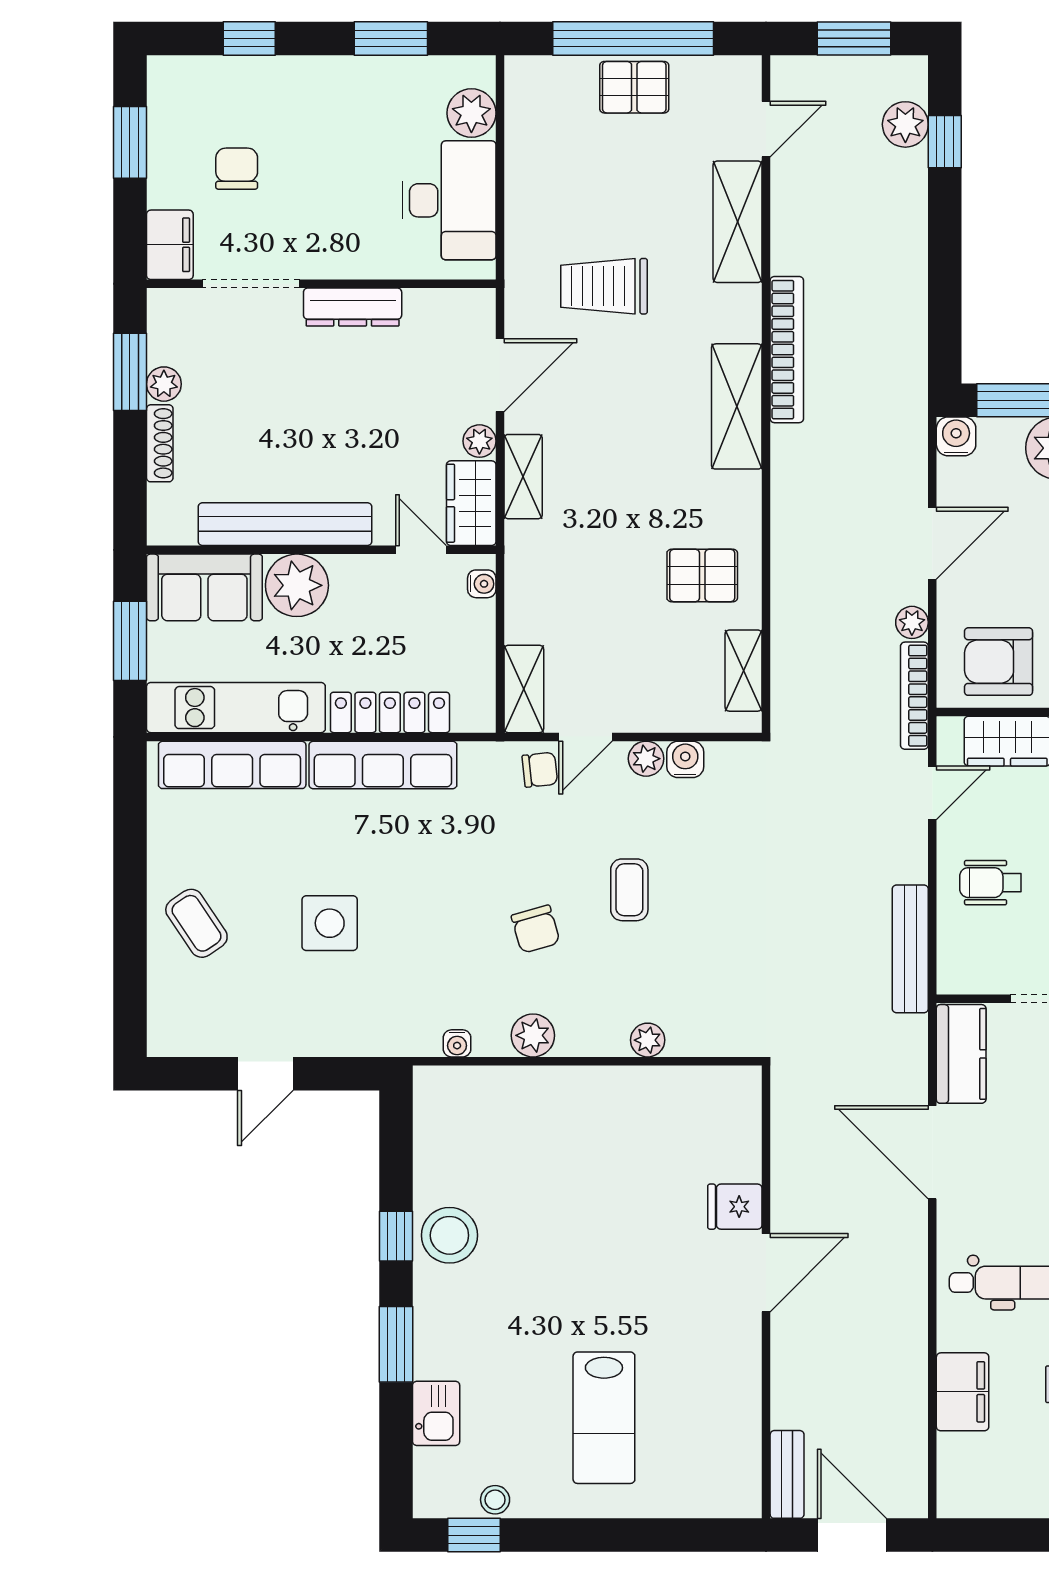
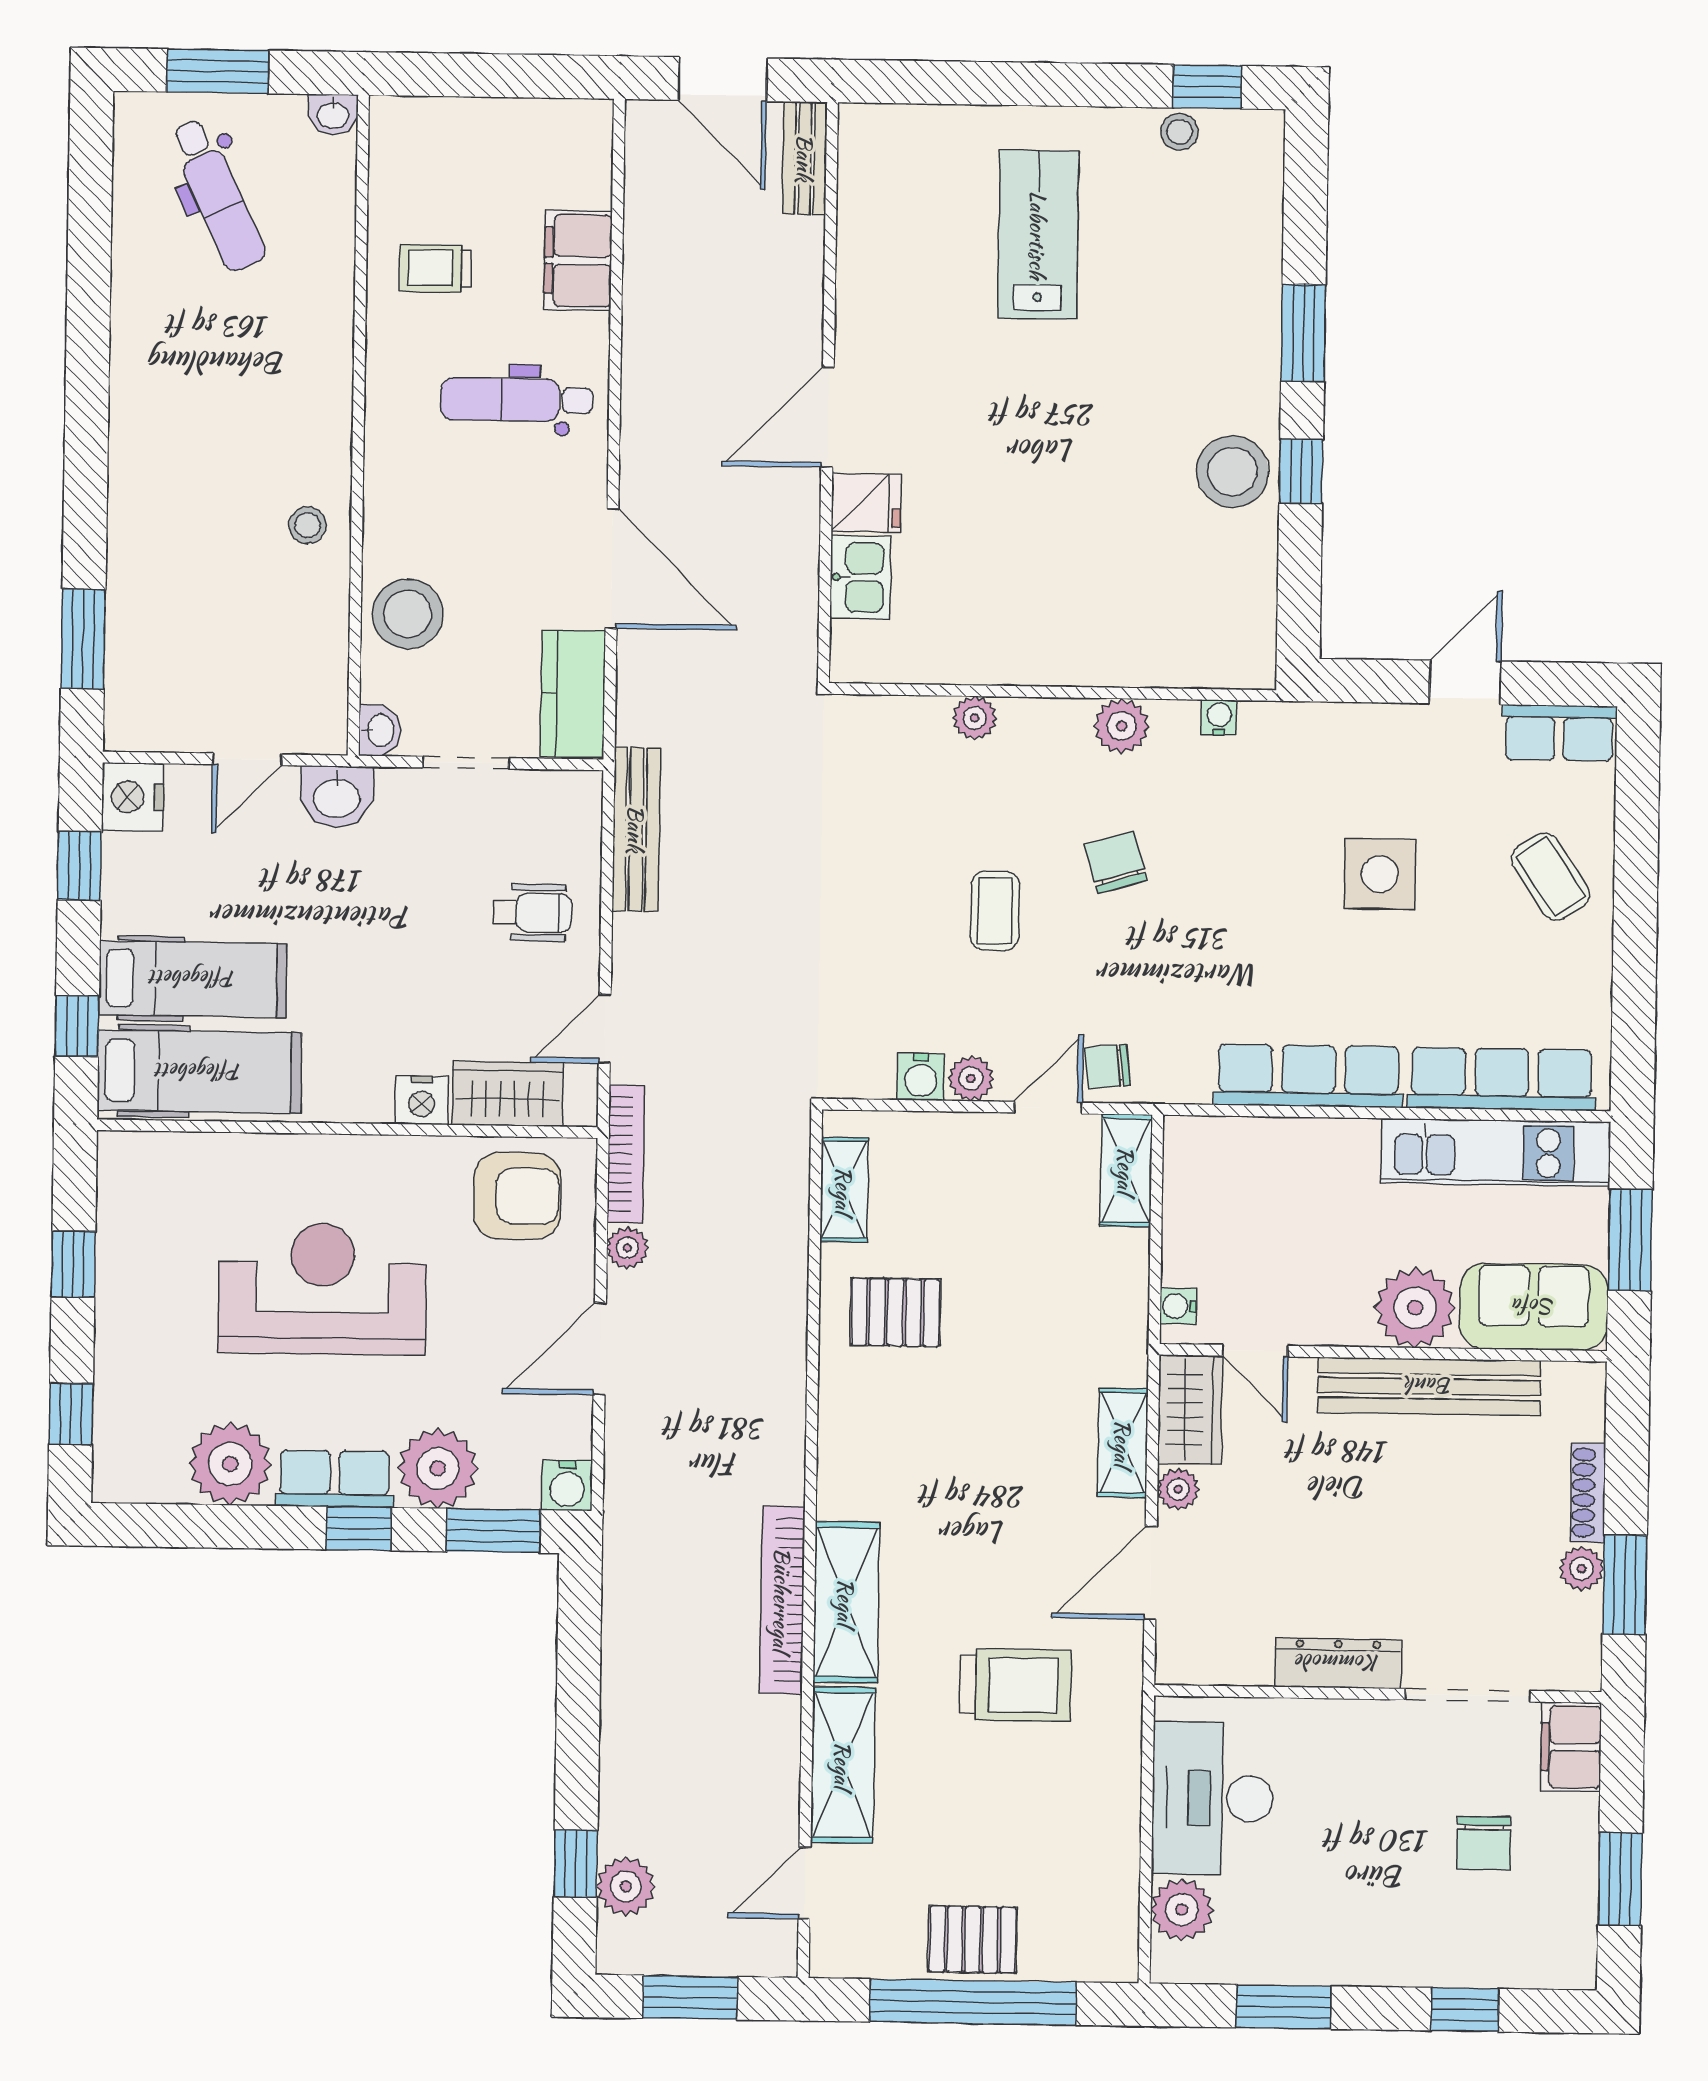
shelving: (737, 406) -> (846, 1602), moved
locker: (390, 712) -> (1298, 1143), removed
row of seats: (191, 1036) -> (1559, 733), added
kitchen sink: (436, 1413) -> (860, 577), moved, turned 180

